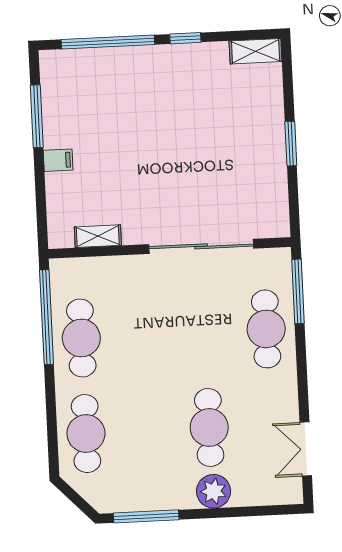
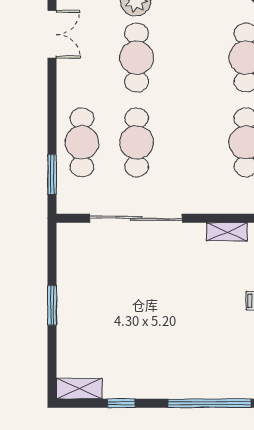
window: (185, 38) -> (121, 403), moved
window: (298, 291) -> (52, 174), width x0.69
cafe table: (205, 332) -> (137, 142), added

